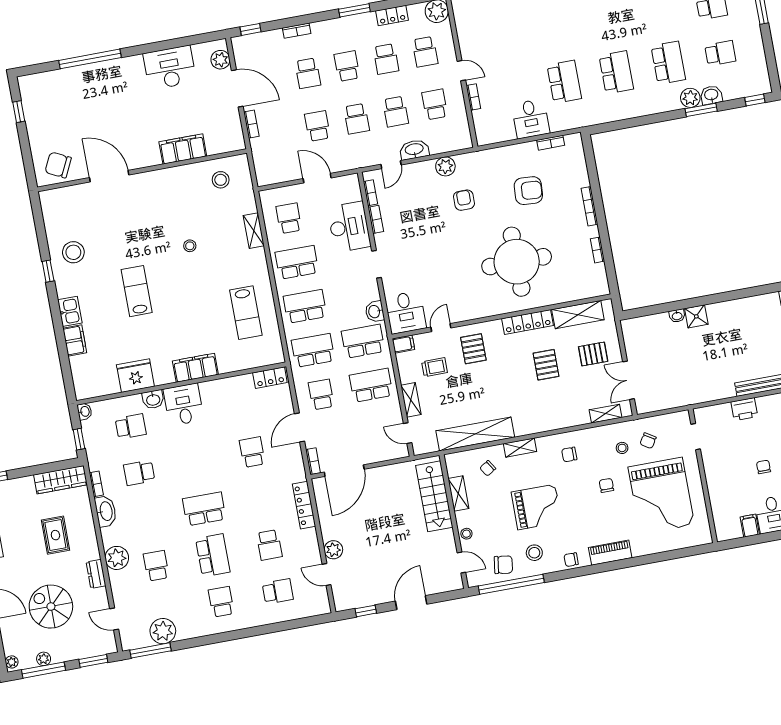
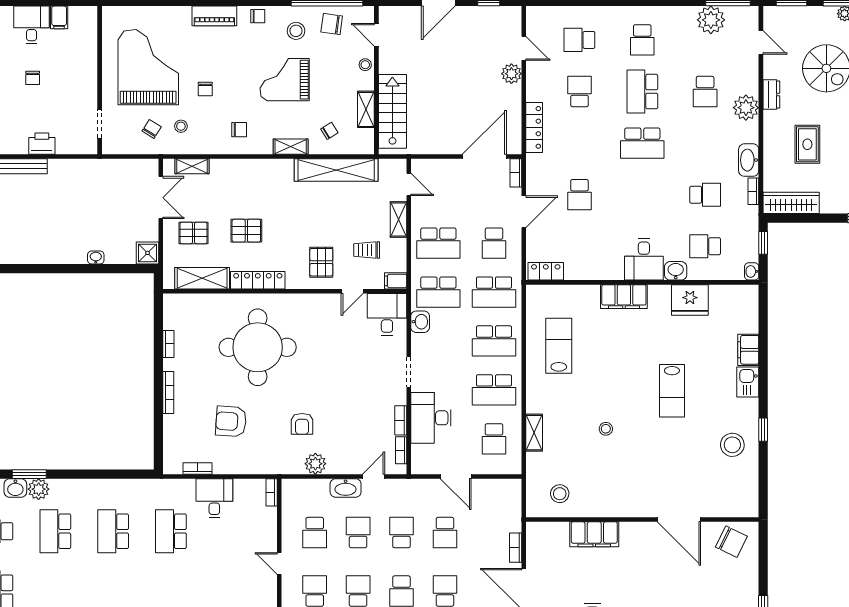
bookcase: (473, 97) -> (272, 492), moved
shower: (696, 316) -> (148, 253), moved
pallet: (546, 365) -> (246, 231), turned 90

